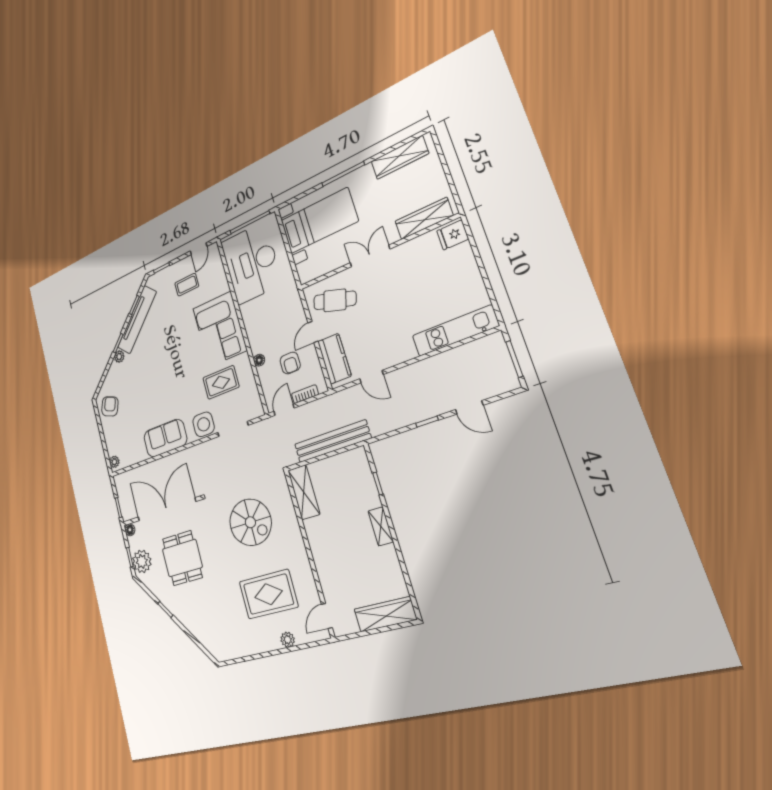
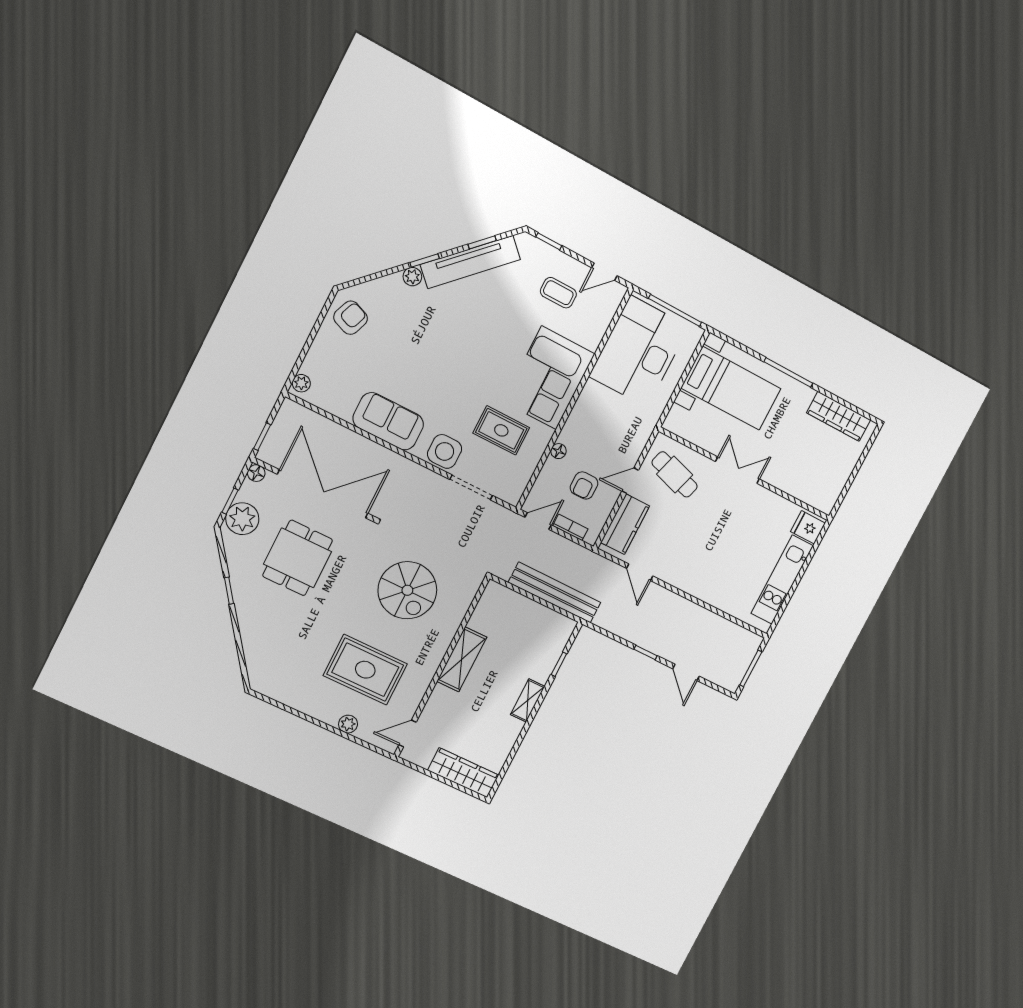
wardrobe: (424, 218) -> (804, 489), removed
kitchen unit: (455, 331) -> (782, 580), moved, turned -90
shelving: (304, 492) -> (462, 659), moved

